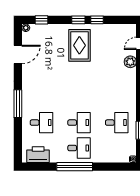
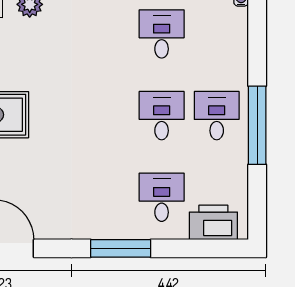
printer: (38, 155) -> (213, 222), moved, turned 90

